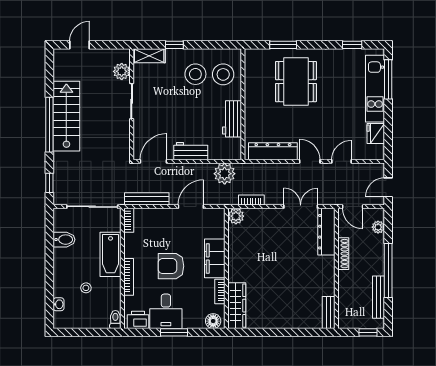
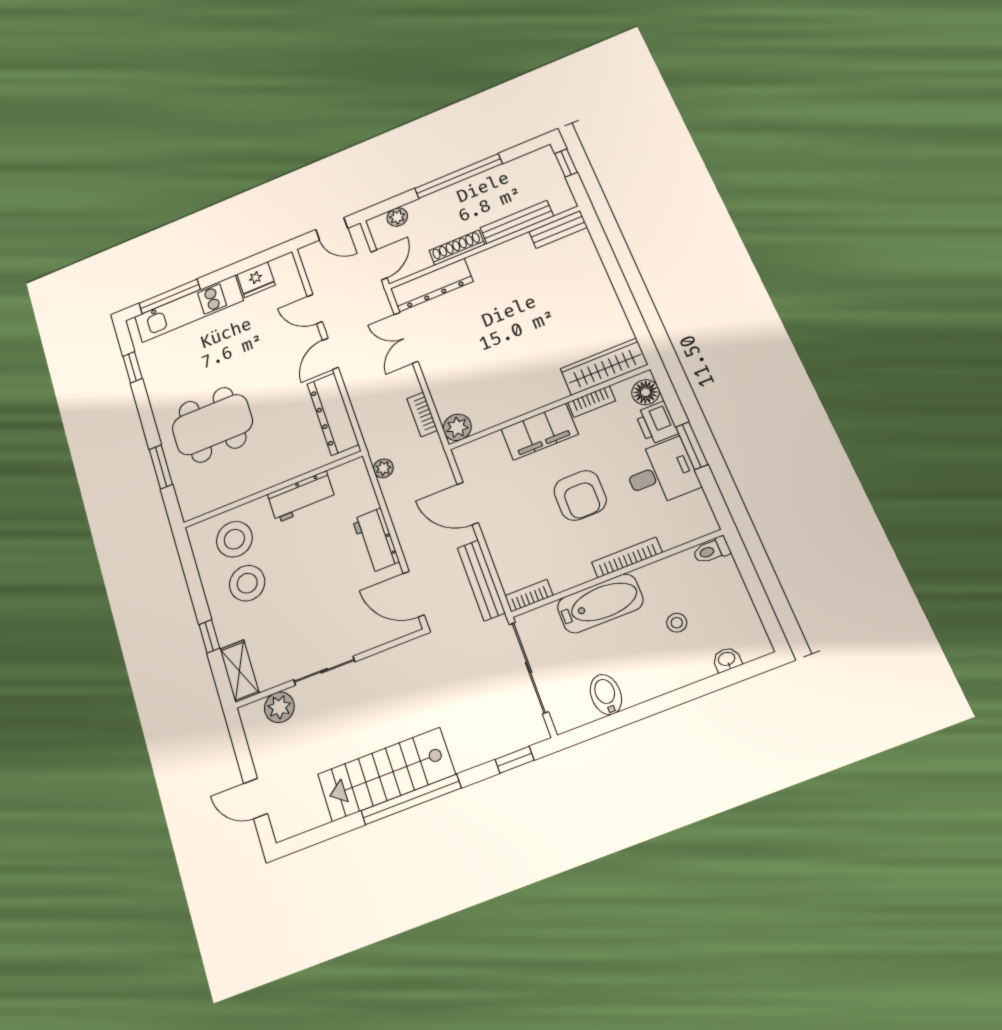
plant: (225, 174) -> (383, 468), width x0.53, depth x0.53
bench: (379, 297) -> (517, 222), moved
printer: (138, 320) -> (656, 423), moved

